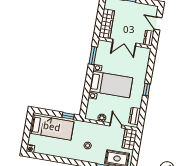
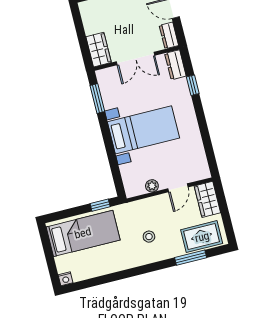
wardrobe: (107, 24) -> (99, 50), width x0.67
window: (147, 90) -> (193, 85), moved
dresser: (135, 116) -> (175, 65), moved
door: (116, 125) -> (178, 188), swing flipped

